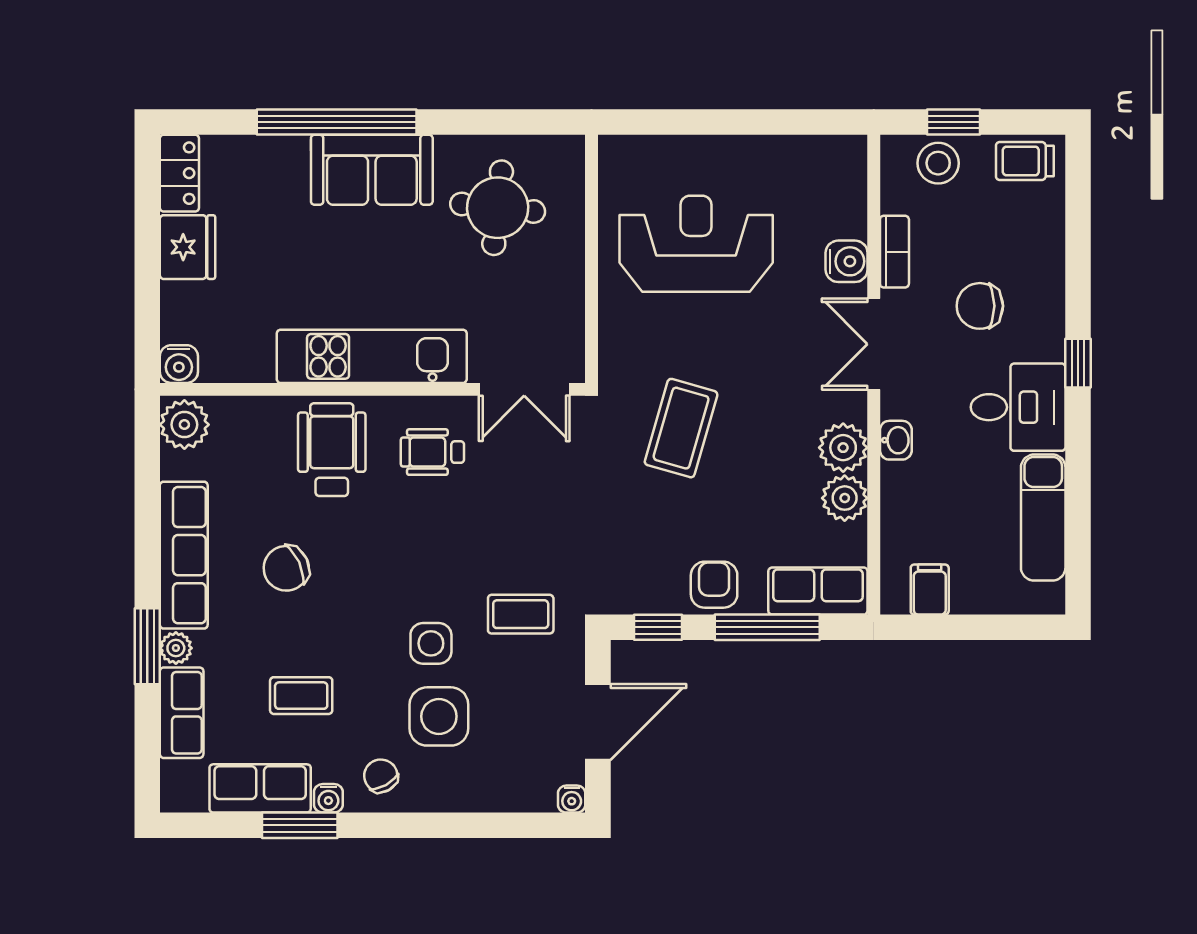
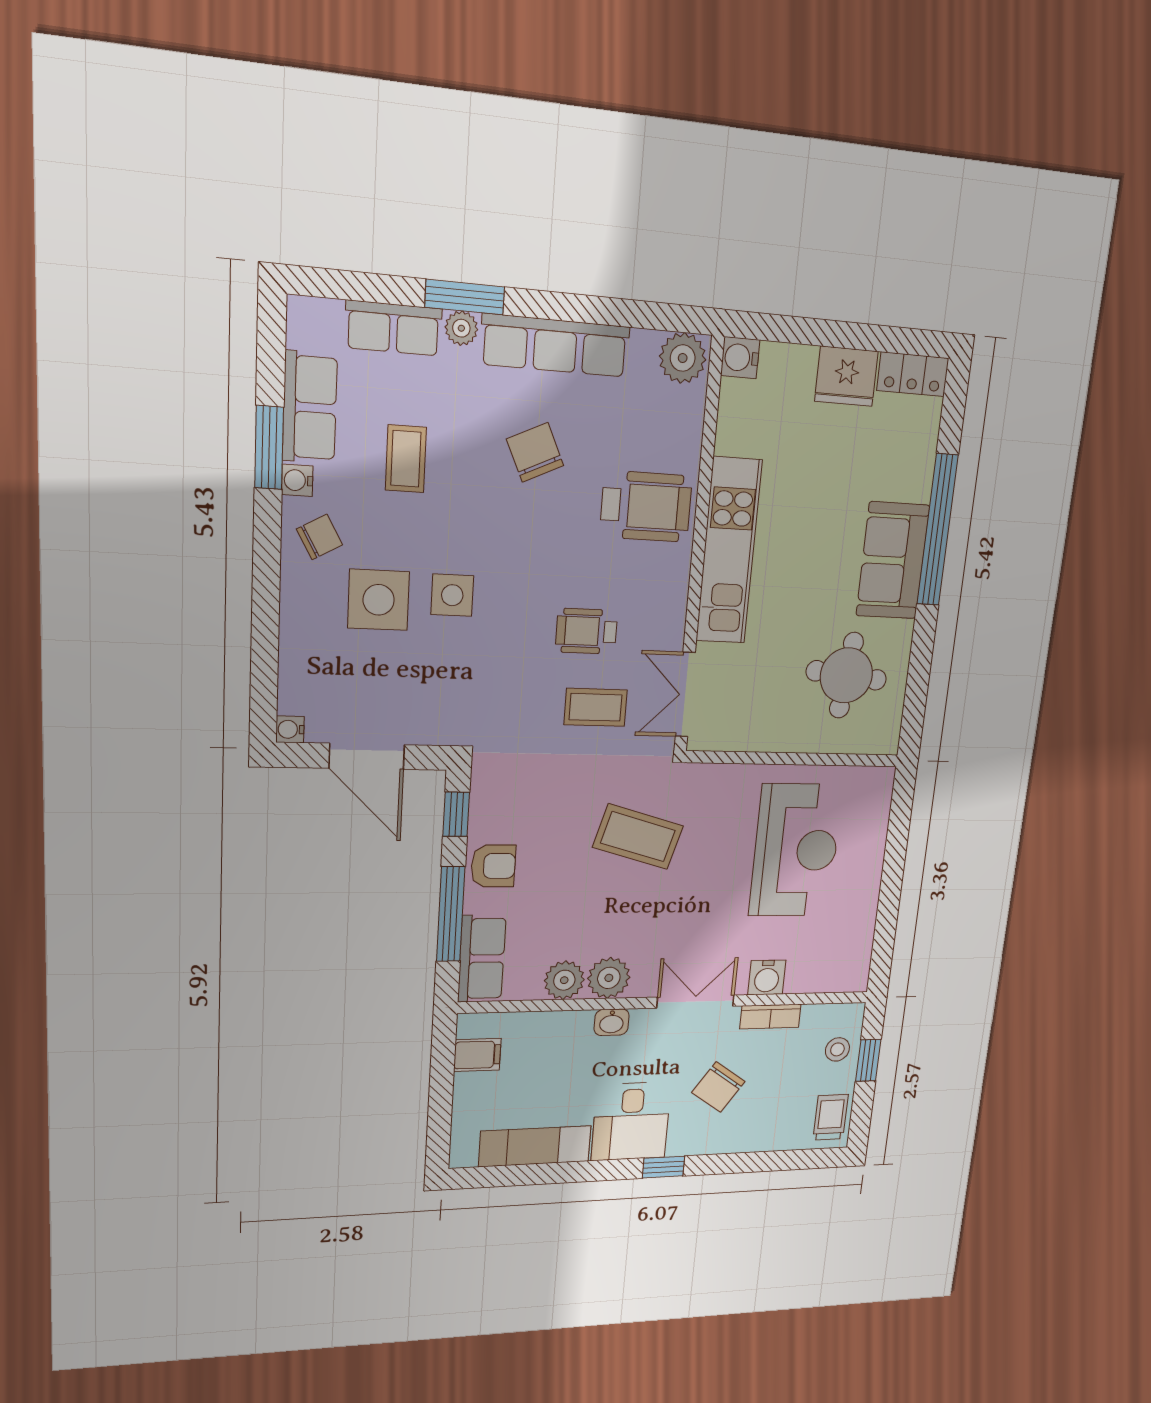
stool: (938, 163) -> (837, 1049), width x0.73, depth x0.73
chair: (980, 306) -> (718, 1087), turned -145
wheelchair: (432, 452) -> (586, 631), moved, turned -90
coffee table: (521, 614) -> (596, 707), moved, turned 90

